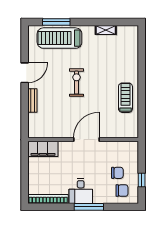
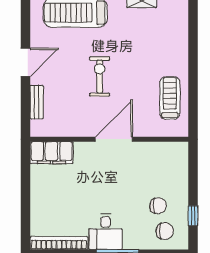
wall: (83, 140) -> (109, 139), moved
door: (86, 140) -> (114, 139), moved
filing cabinet: (43, 149) -> (52, 153), moved

